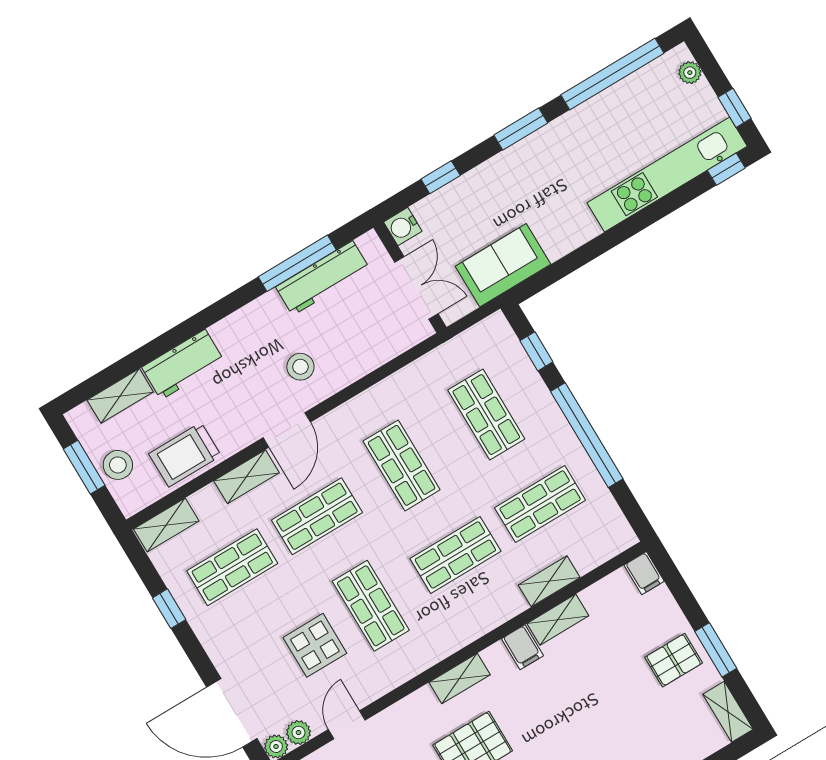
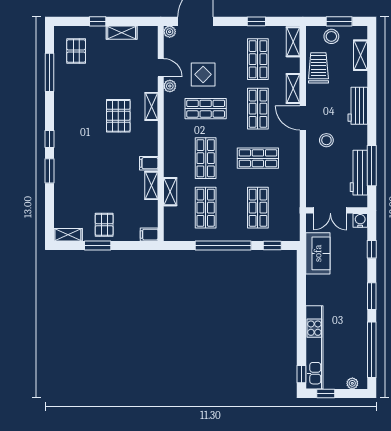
workbench: (183, 365) -> (358, 106), moved
shop shelf: (486, 415) -> (258, 208), turned 90
shelving: (460, 678) -> (151, 106), moved
plant: (299, 733) -> (170, 86), moved

